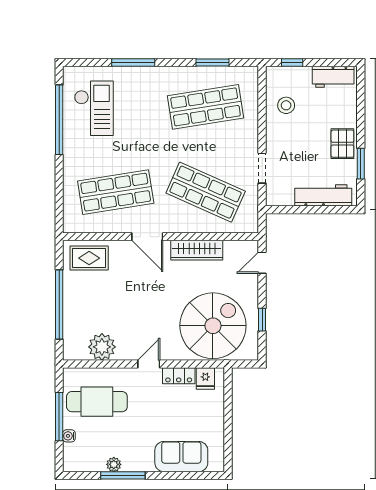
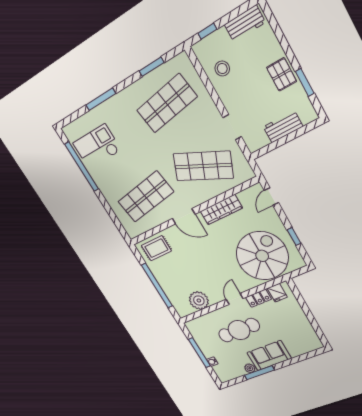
checkout: (94, 108) -> (97, 147), turned -90
workbench: (323, 195) -> (283, 127), width x0.73
cafe table: (97, 402) -> (239, 330), moved
sofa: (181, 457) -> (269, 356), moved

